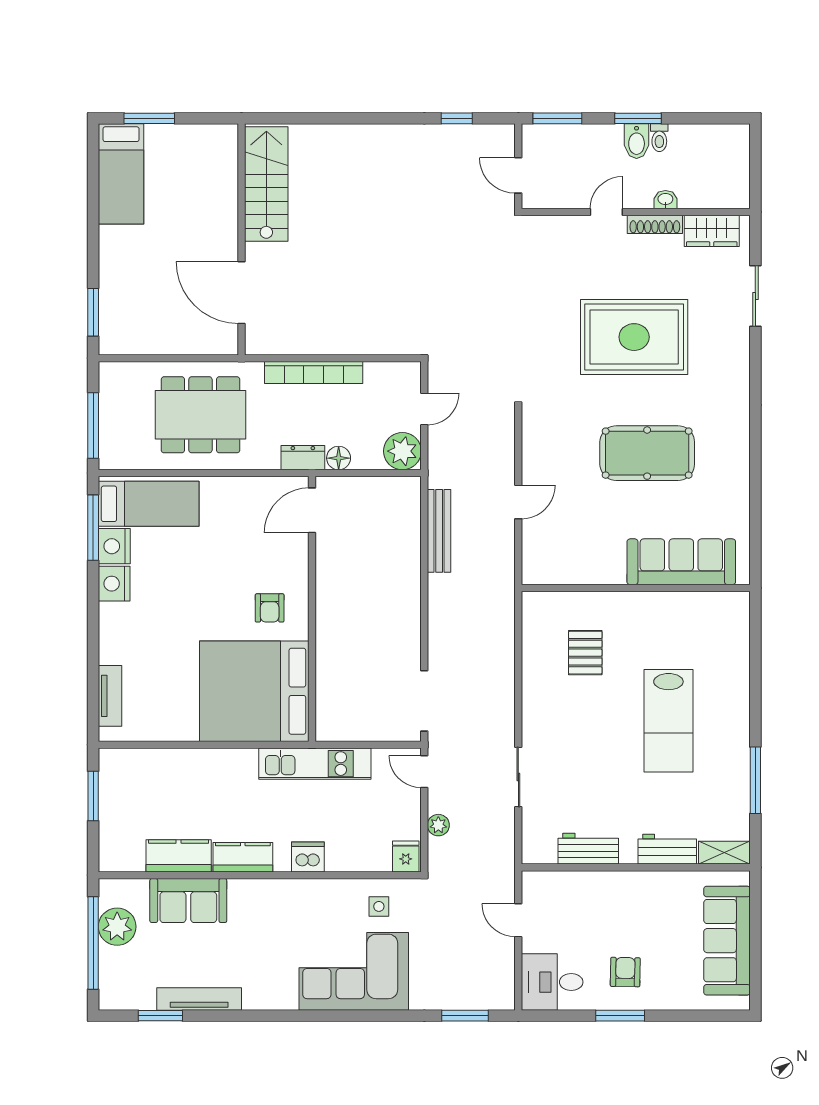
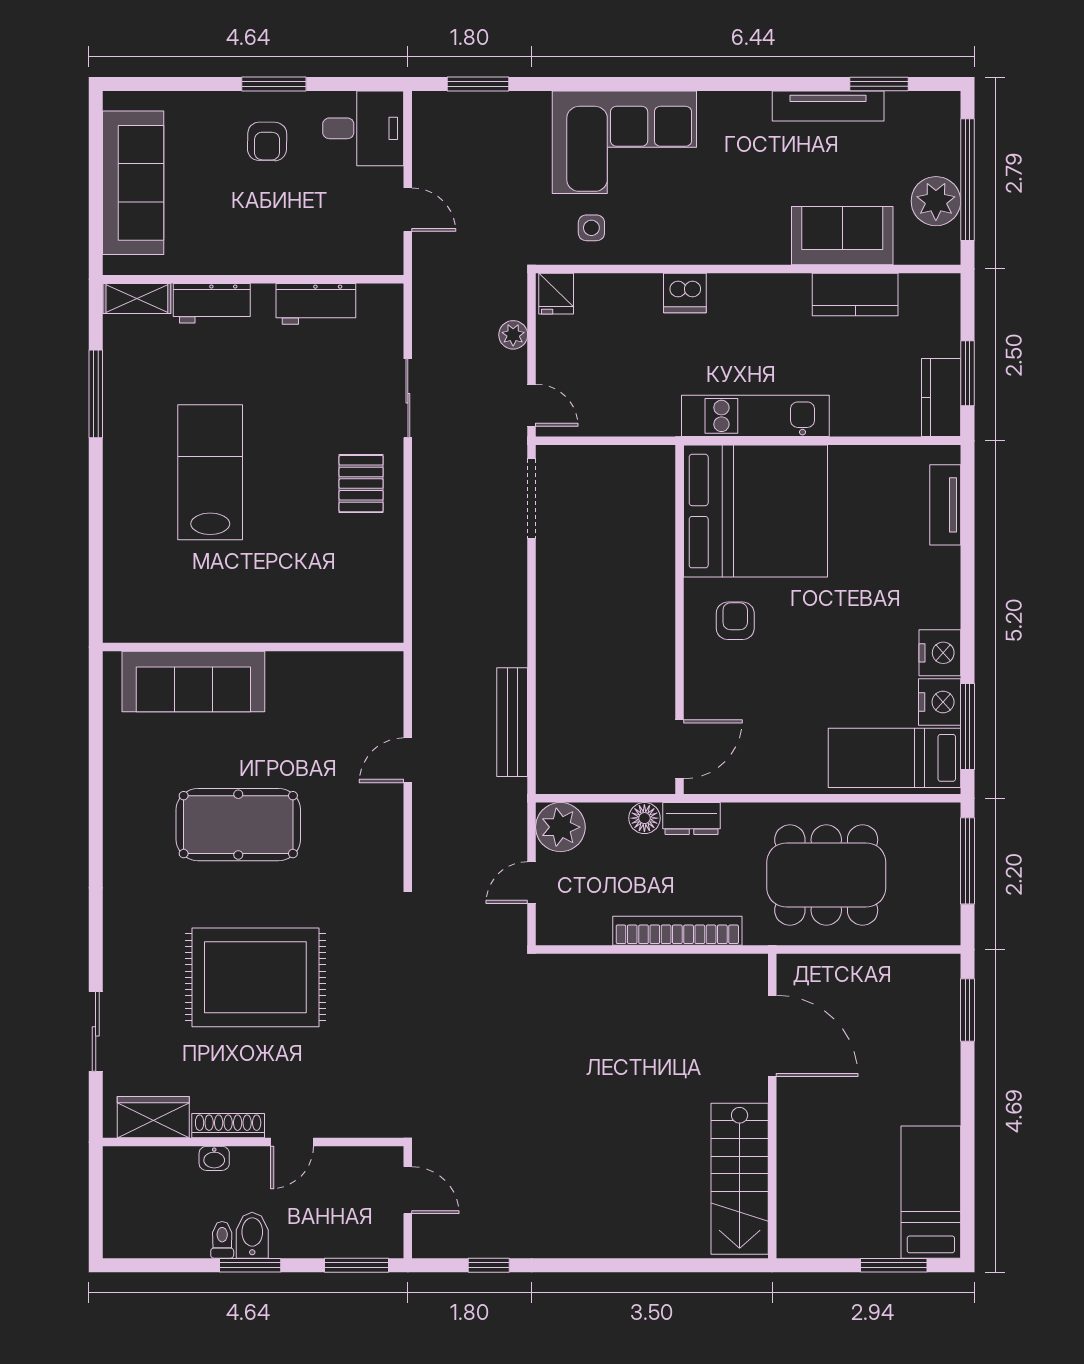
pallet: (585, 653) -> (361, 484), moved
kitchen unit: (315, 764) -> (755, 416), moved
kitchen counter: (243, 857) -> (941, 398), moved, turned 90

